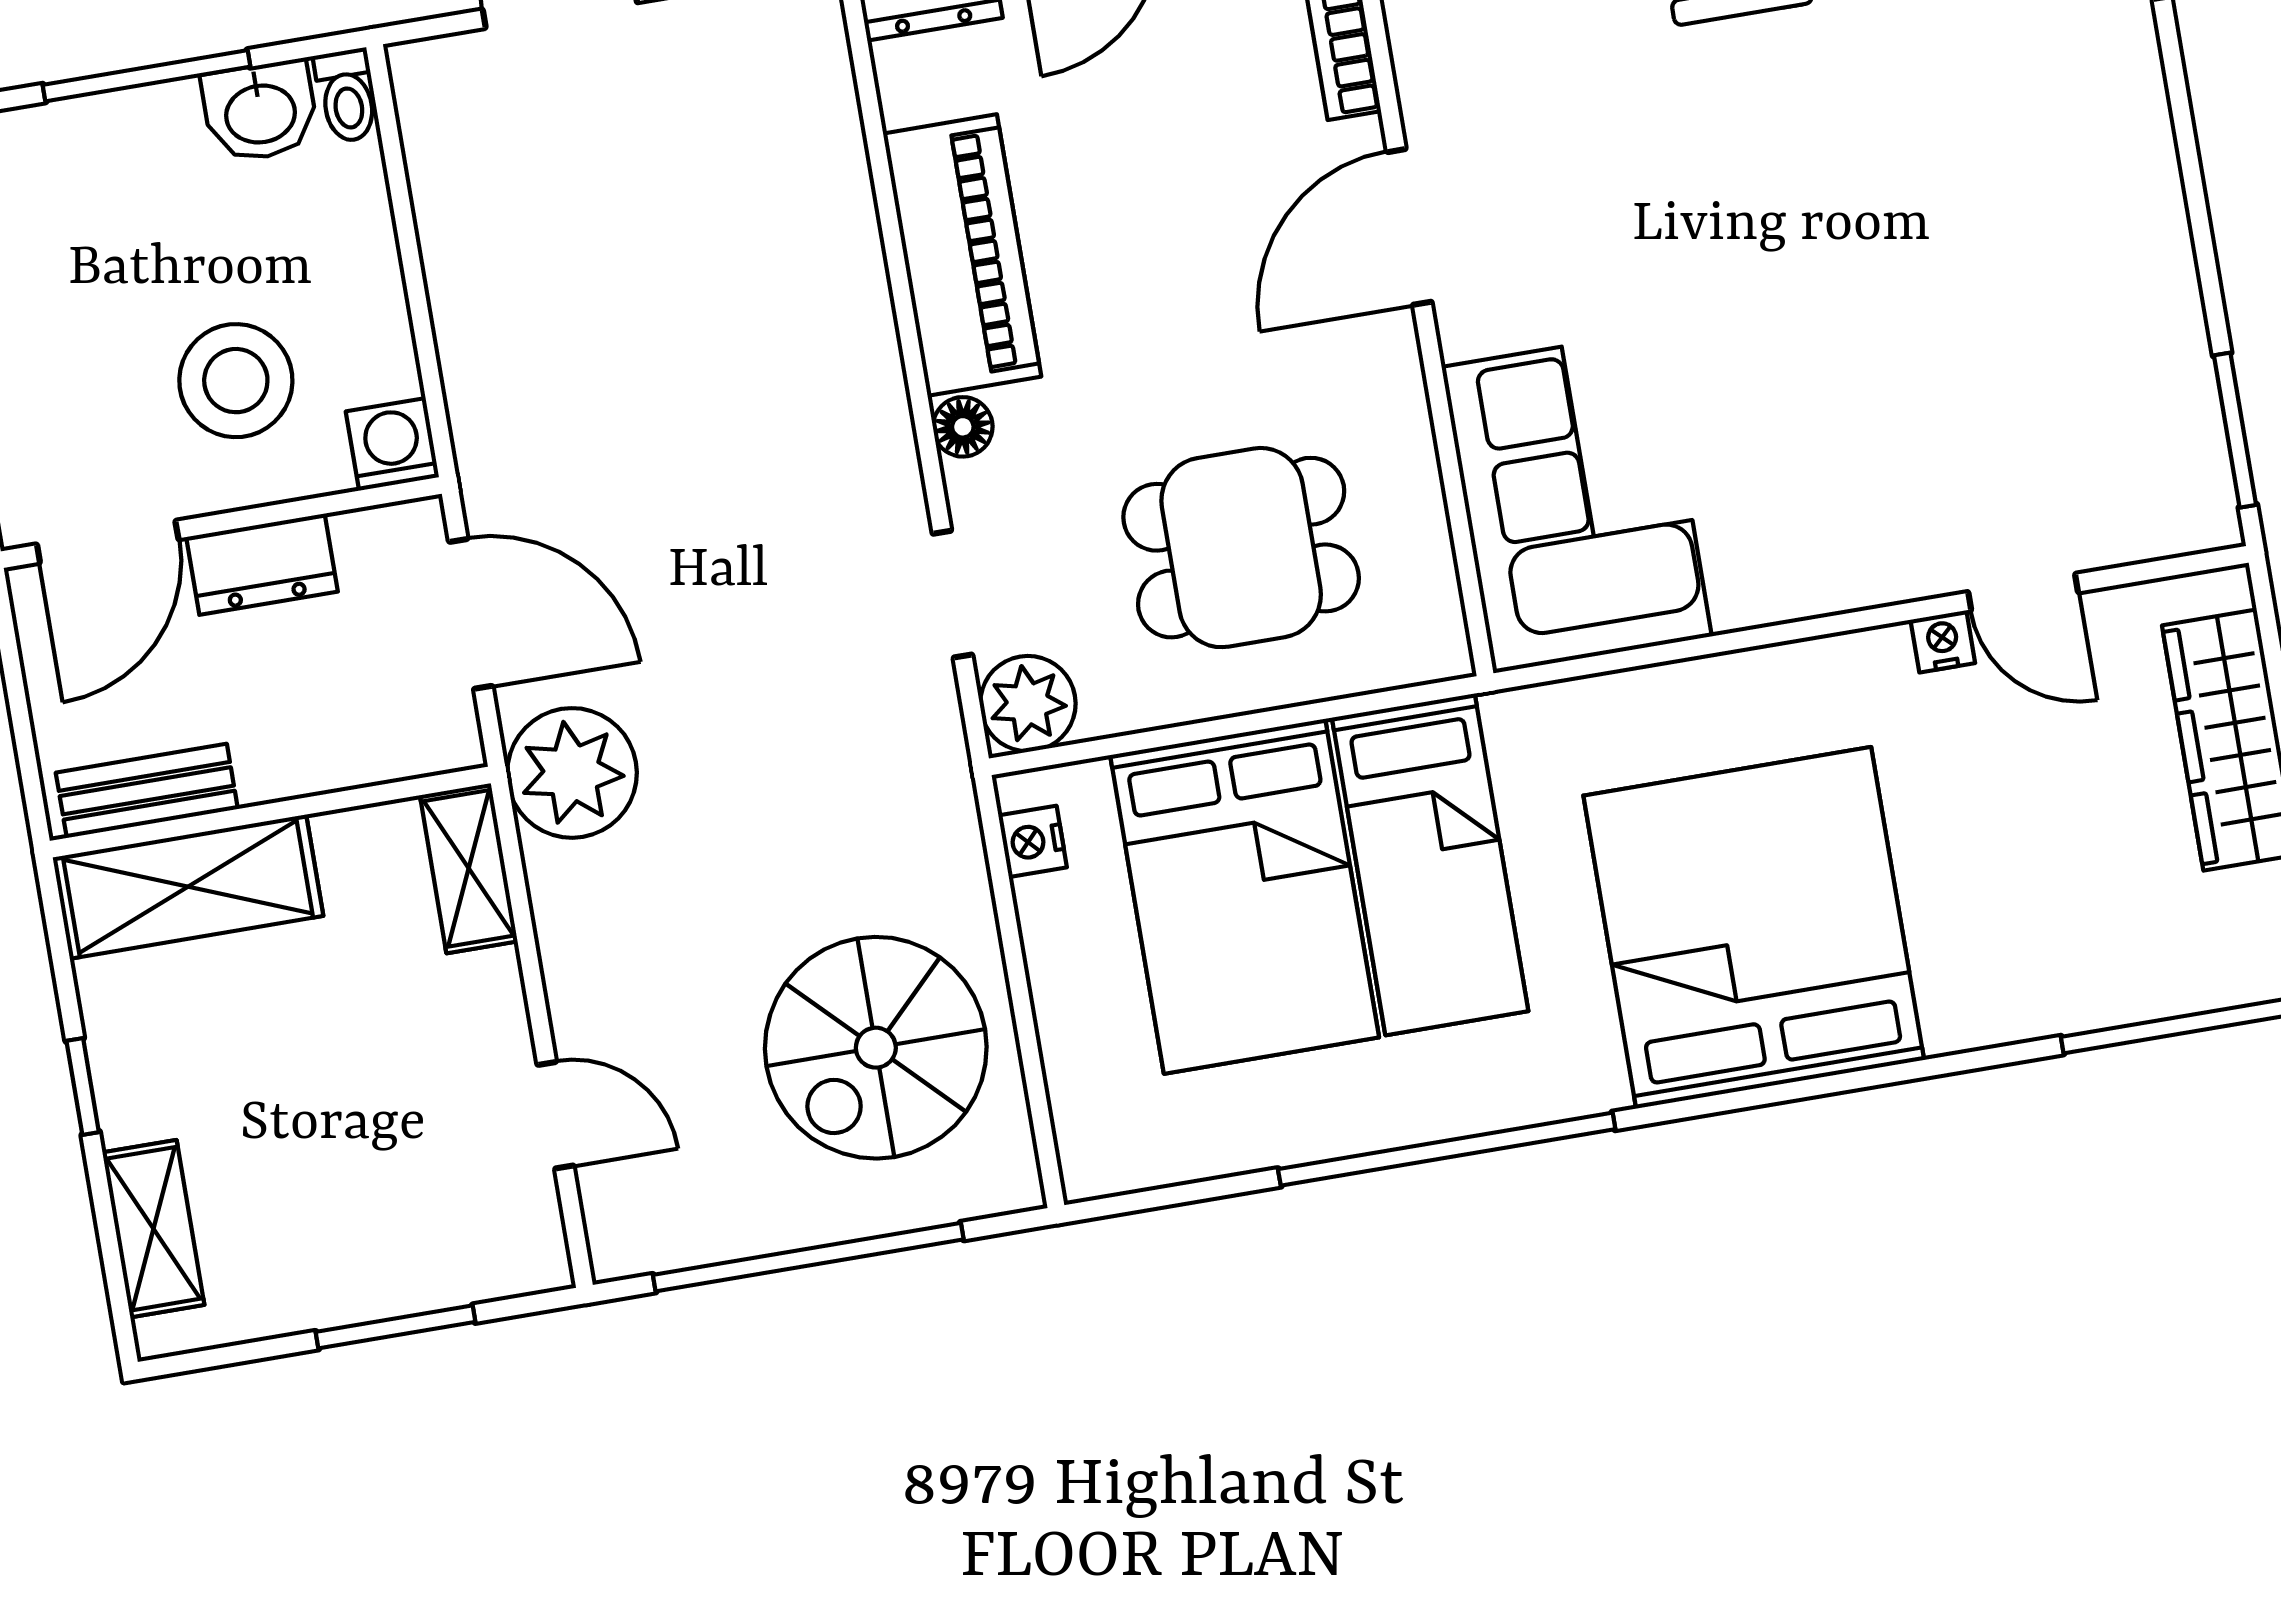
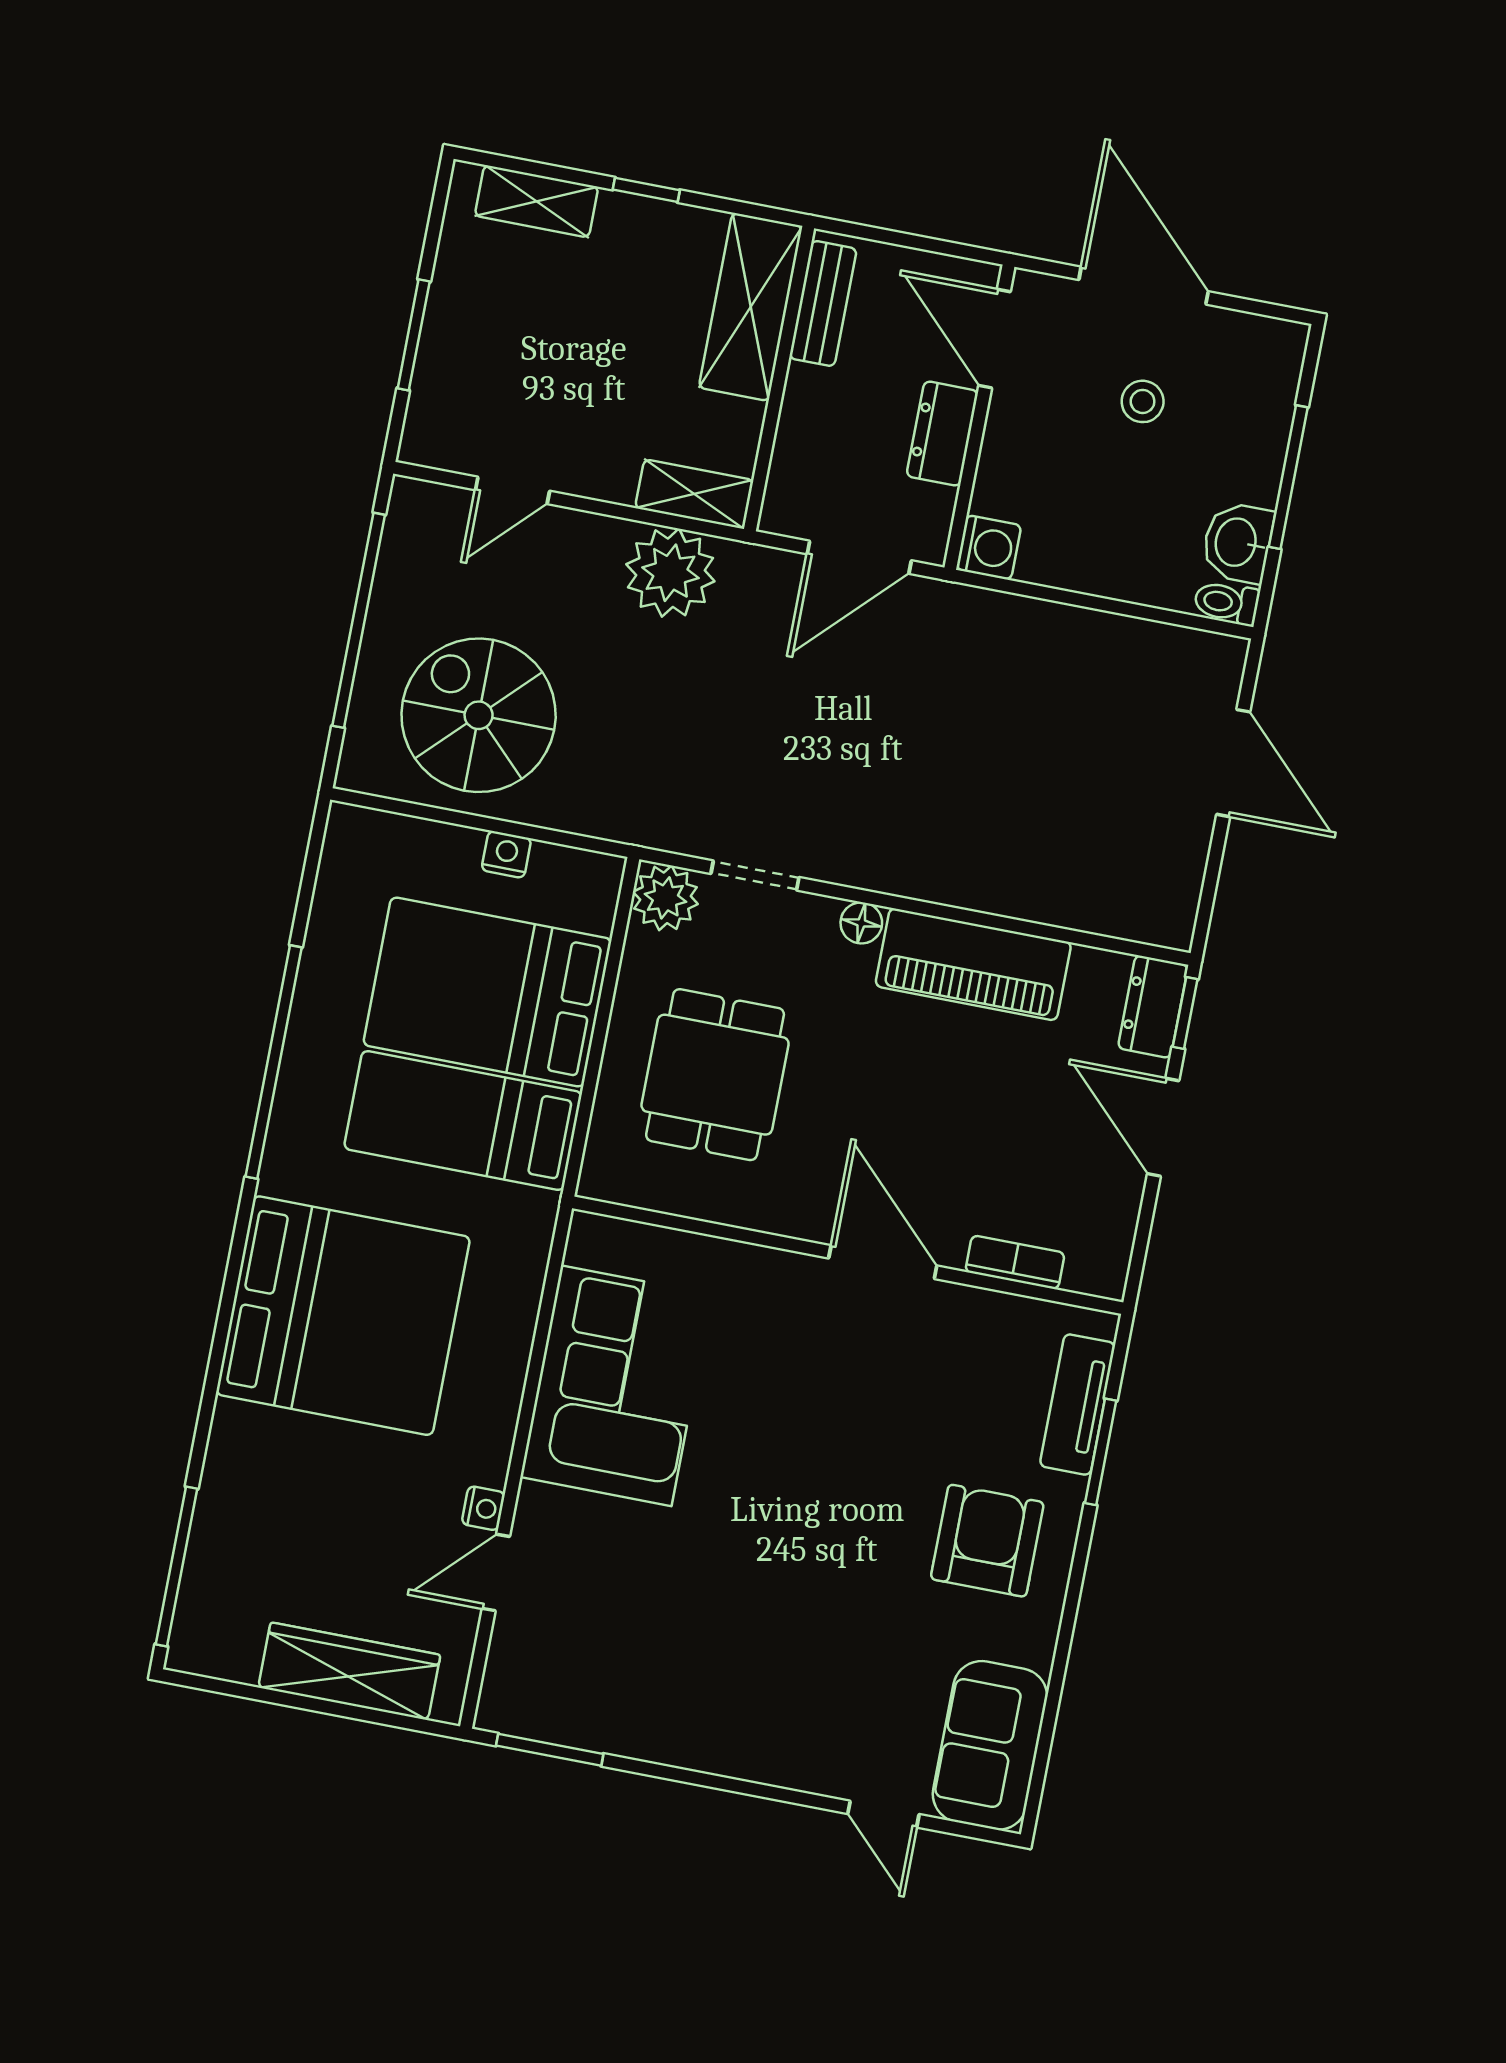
stool: (236, 381) -> (1143, 401), moved, width x0.53, depth x0.53
corner sofa: (1577, 502) -> (616, 1386), moved, turned -90
plant: (572, 773) -> (670, 573), moved
nightstand: (1033, 841) -> (506, 854), moved

